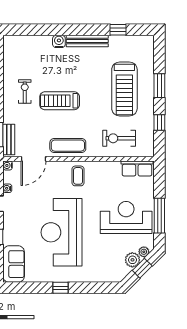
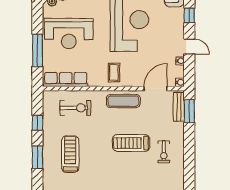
treadmill: (124, 89) -> (70, 154), width x0.73, depth x0.73
treadmill: (60, 101) -> (131, 143), turned 180
row of seats: (137, 168) -> (66, 80), width x1.48
window: (159, 216) -> (37, 50), moved

